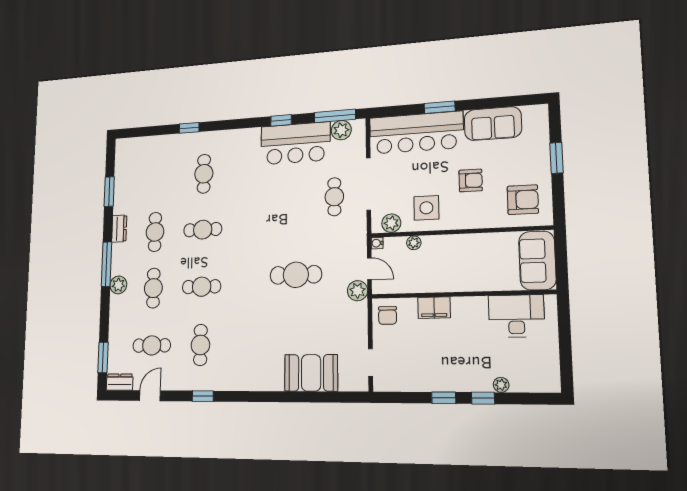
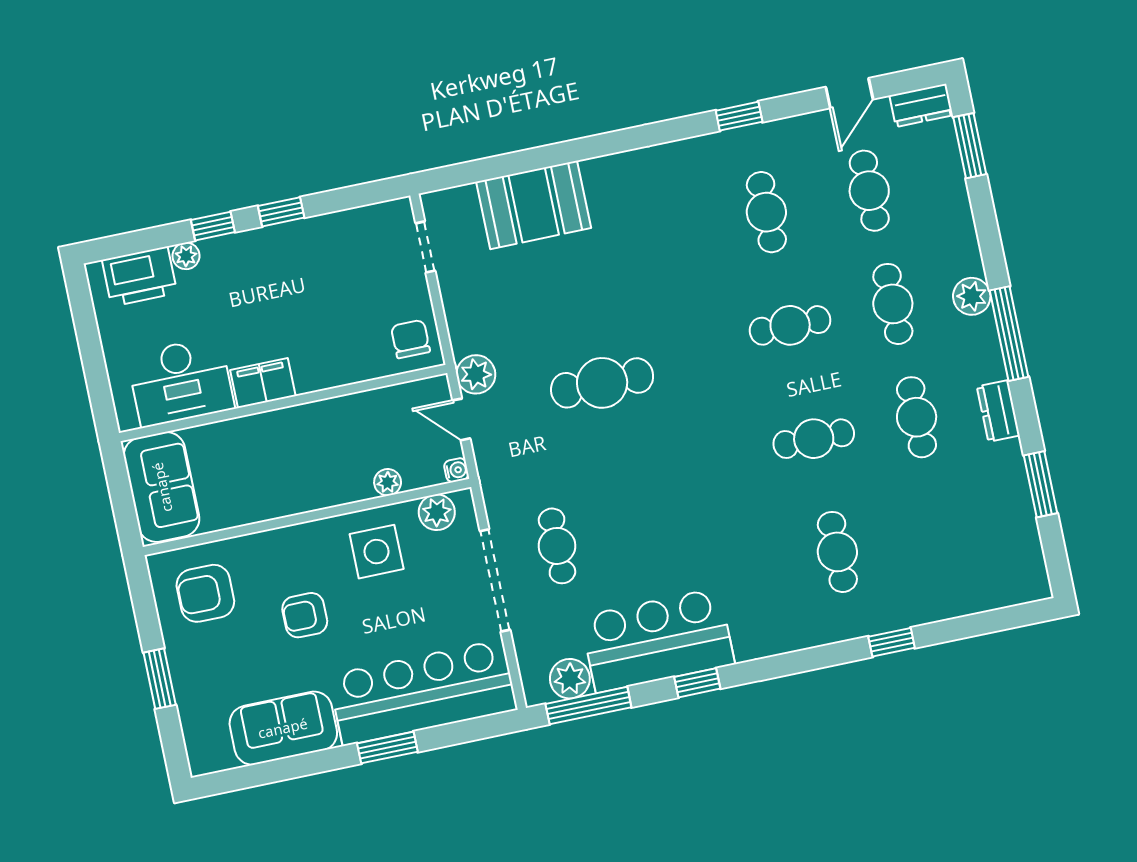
filing cabinet: (434, 308) -> (263, 383), moved
cafe table: (152, 345) -> (869, 191), turned 90
printer: (530, 379) -> (140, 276), added

